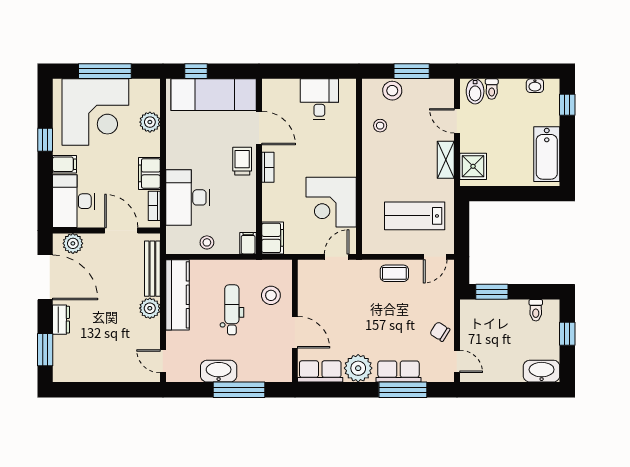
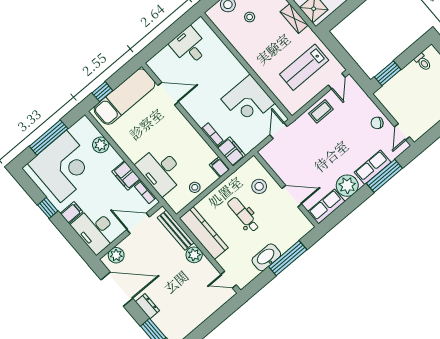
stool: (380, 126) -> (250, 17), moved
trolley: (242, 161) -> (175, 122), removed
bookcase: (268, 167) -> (212, 135), moved
door: (457, 361) -> (402, 132), swing flipped

